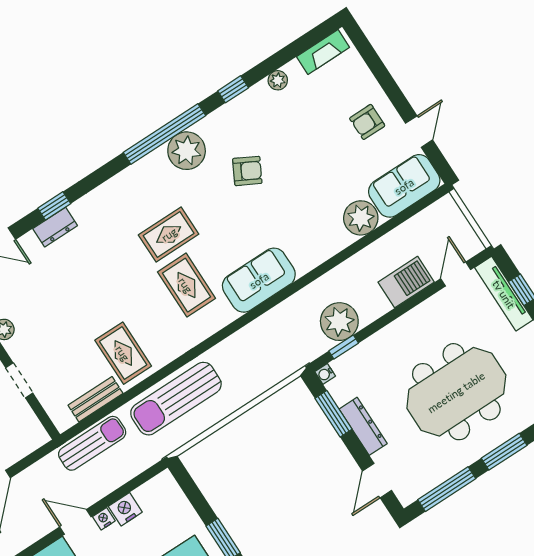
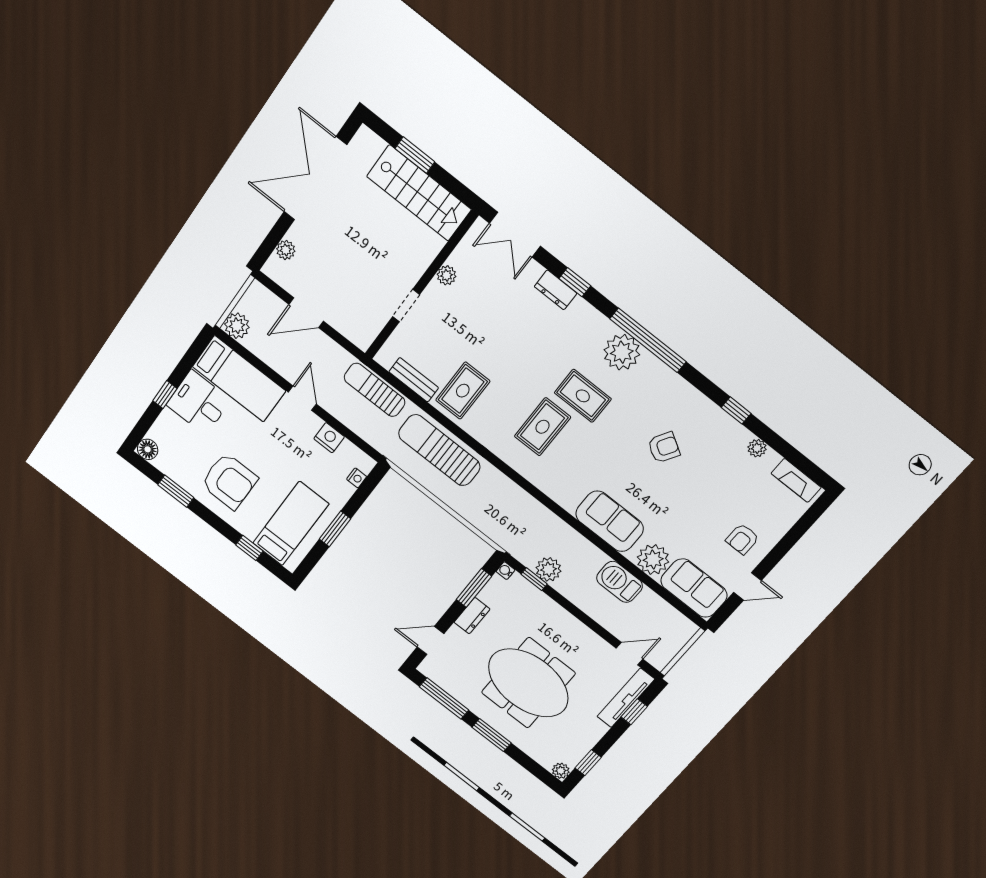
armchair: (367, 122) -> (742, 539), turned -90
window: (164, 134) -> (648, 340), moved
plant: (187, 151) -> (622, 352), moved
armchair: (247, 171) -> (664, 447), turned -87
sofa: (259, 280) -> (610, 521), moved
barbecue: (406, 282) -> (620, 582), moved, turned 180
plant: (339, 322) -> (549, 569), width x0.73, depth x0.73
dresser: (363, 426) -> (472, 616), width x0.70
sun lounger: (92, 443) -> (375, 390), turned 180
nightstand: (104, 519) -> (357, 478), moved, turned 90

